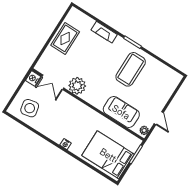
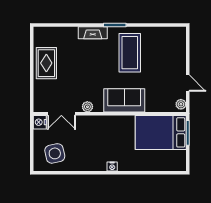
fireplace: (104, 32) -> (93, 33), moved
plant: (77, 86) -> (87, 107), width x0.53, depth x0.53
sofa: (121, 112) -> (124, 100), moved
bed: (108, 155) -> (161, 132), moved

